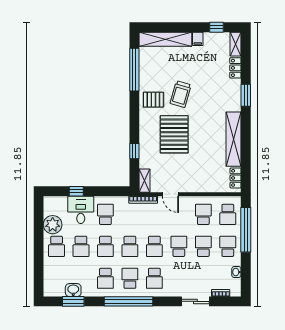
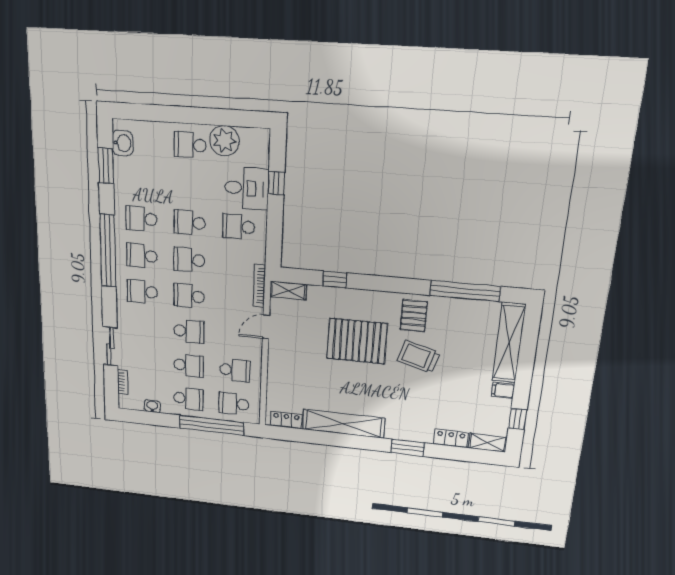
school desk: (105, 214) -> (238, 227), turned 180
school desk: (81, 246) -> (190, 184), removed
school desk: (130, 278) -> (142, 256), turned 180
washbasin: (73, 290) -> (123, 143), moved

